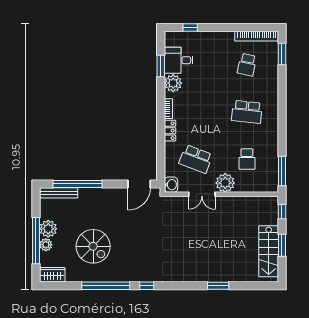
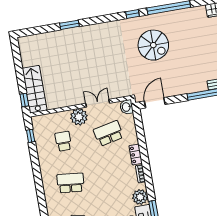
school desk: (196, 159) -> (109, 133), turned -33
window: (282, 171) -> (31, 136), width x0.46
window: (282, 245) -> (19, 70), removed
spiral stairs: (93, 246) -> (153, 45), moved, turned 180
stairs: (269, 251) -> (35, 89), moved

